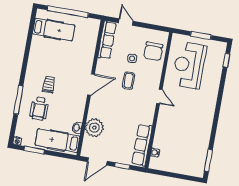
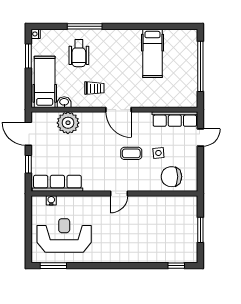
hospital bed: (54, 30) -> (152, 53), moved
reception desk: (189, 65) -> (64, 236), moved
trolley: (49, 84) -> (94, 88), moved
wheelchair: (39, 109) -> (79, 53), turned -90

